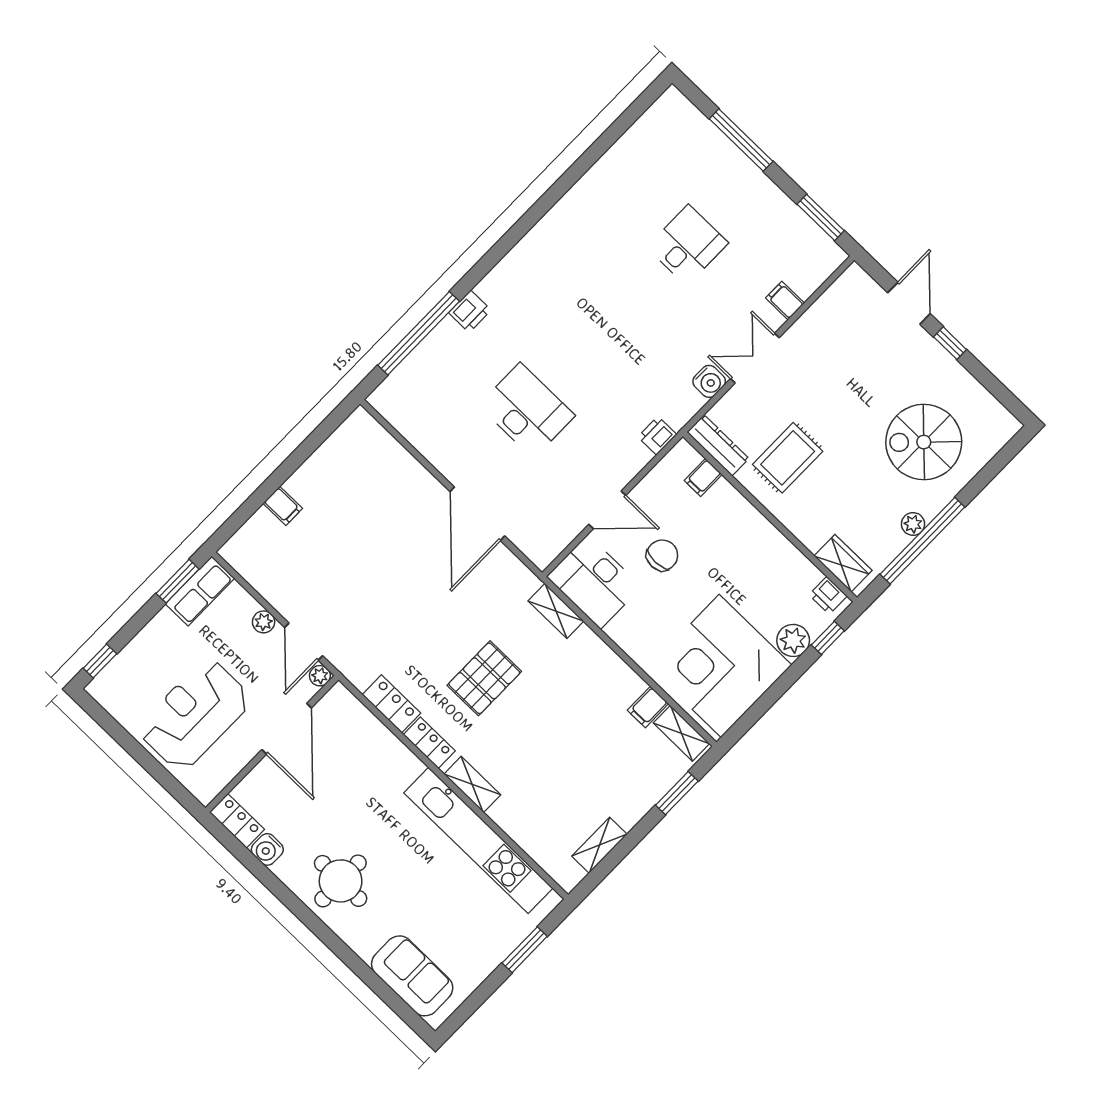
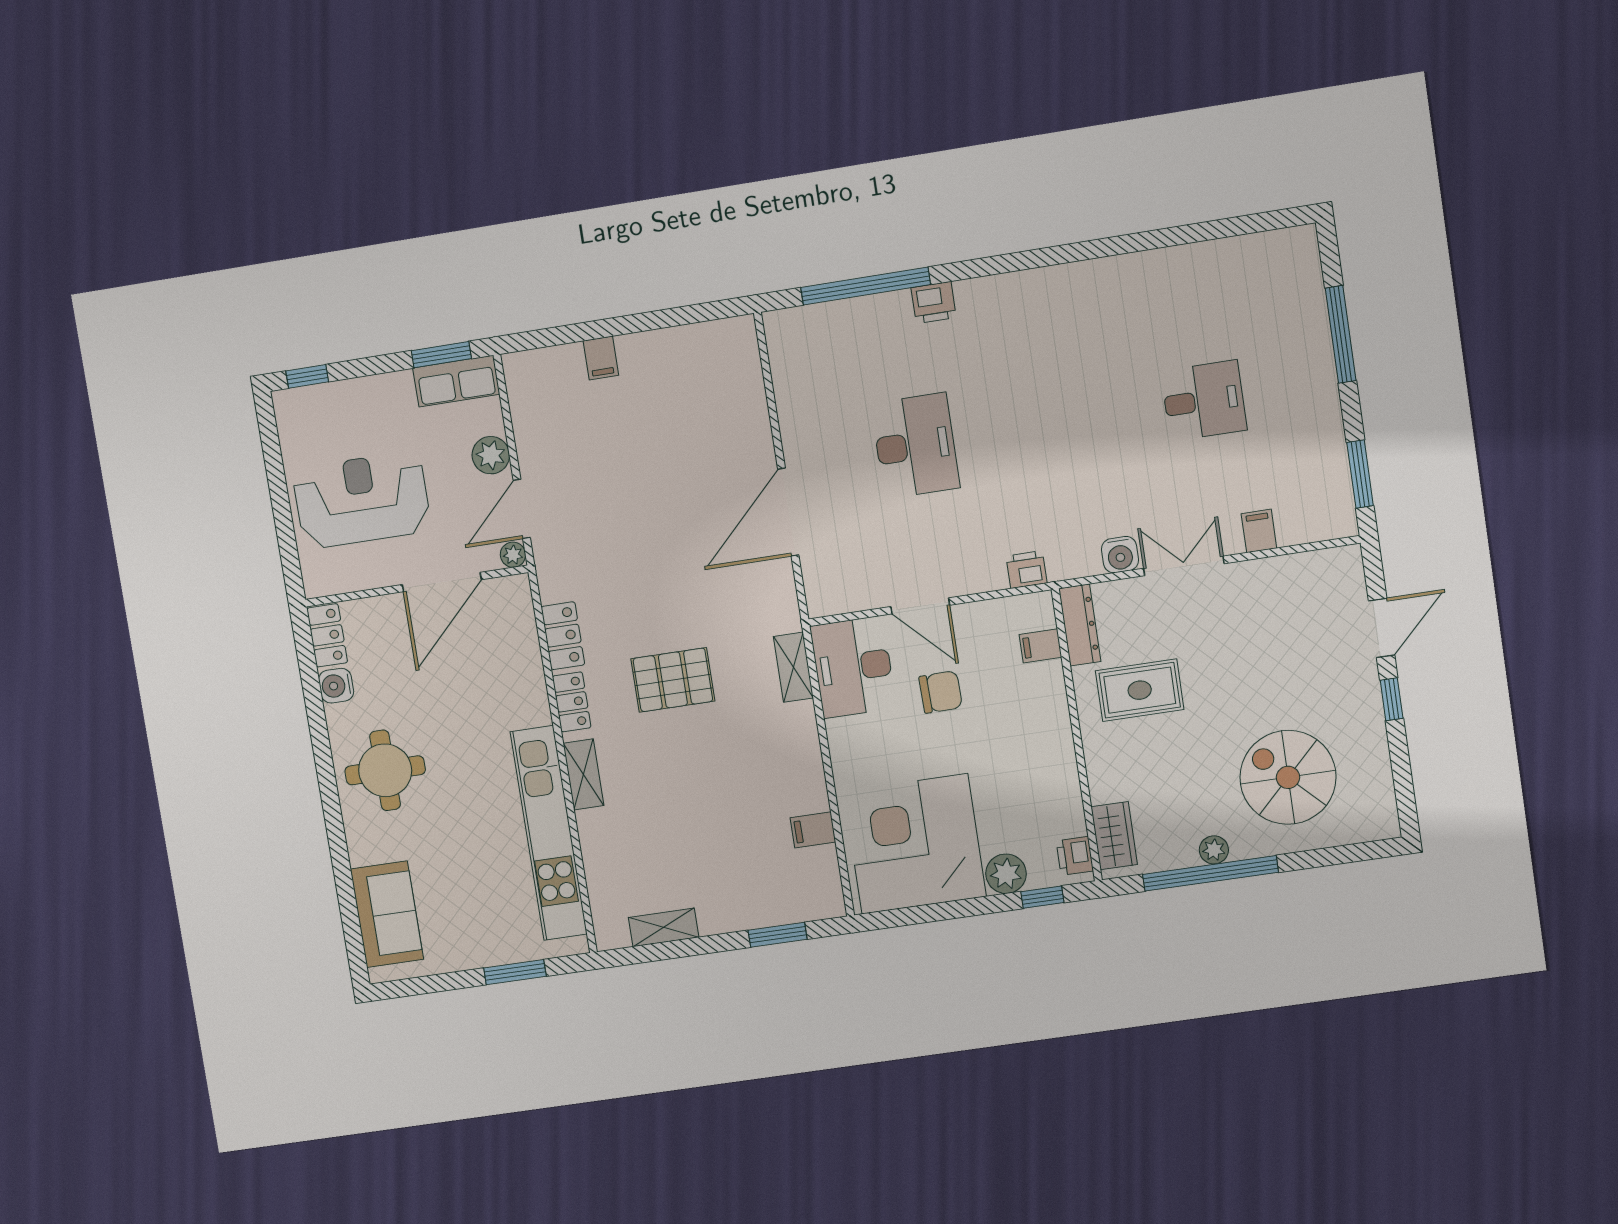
plant: (264, 622) -> (491, 455), width x1.38, depth x1.38
shelving: (681, 733) -> (826, 880), removed

